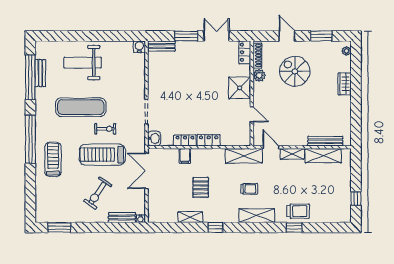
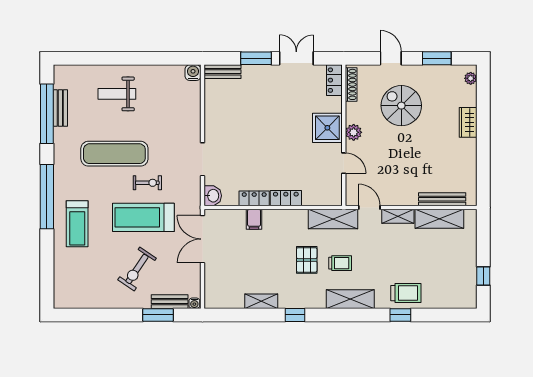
weight bench: (83, 63) -> (117, 94), width x0.73, depth x0.75
plant: (259, 75) -> (354, 132), moved
treadmill: (53, 159) -> (77, 224), turned 180
pallet: (201, 187) -> (307, 260), moved
window: (59, 227) -> (158, 315), moved

